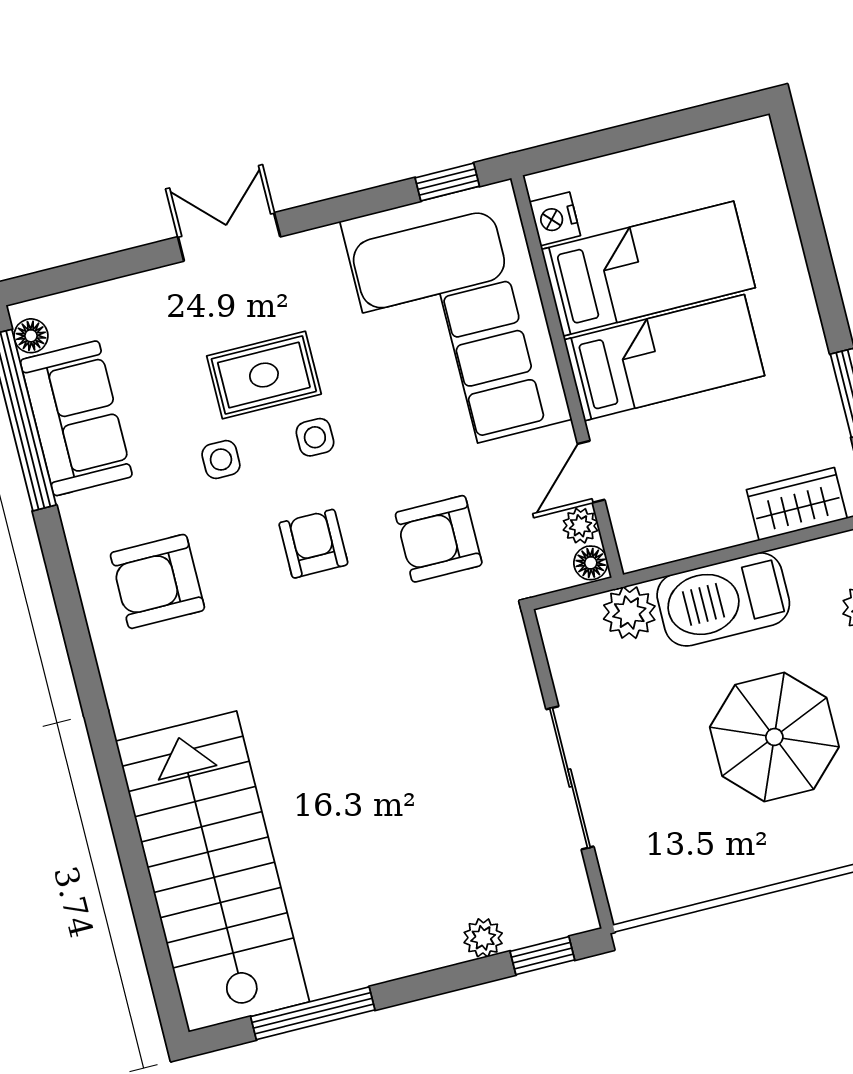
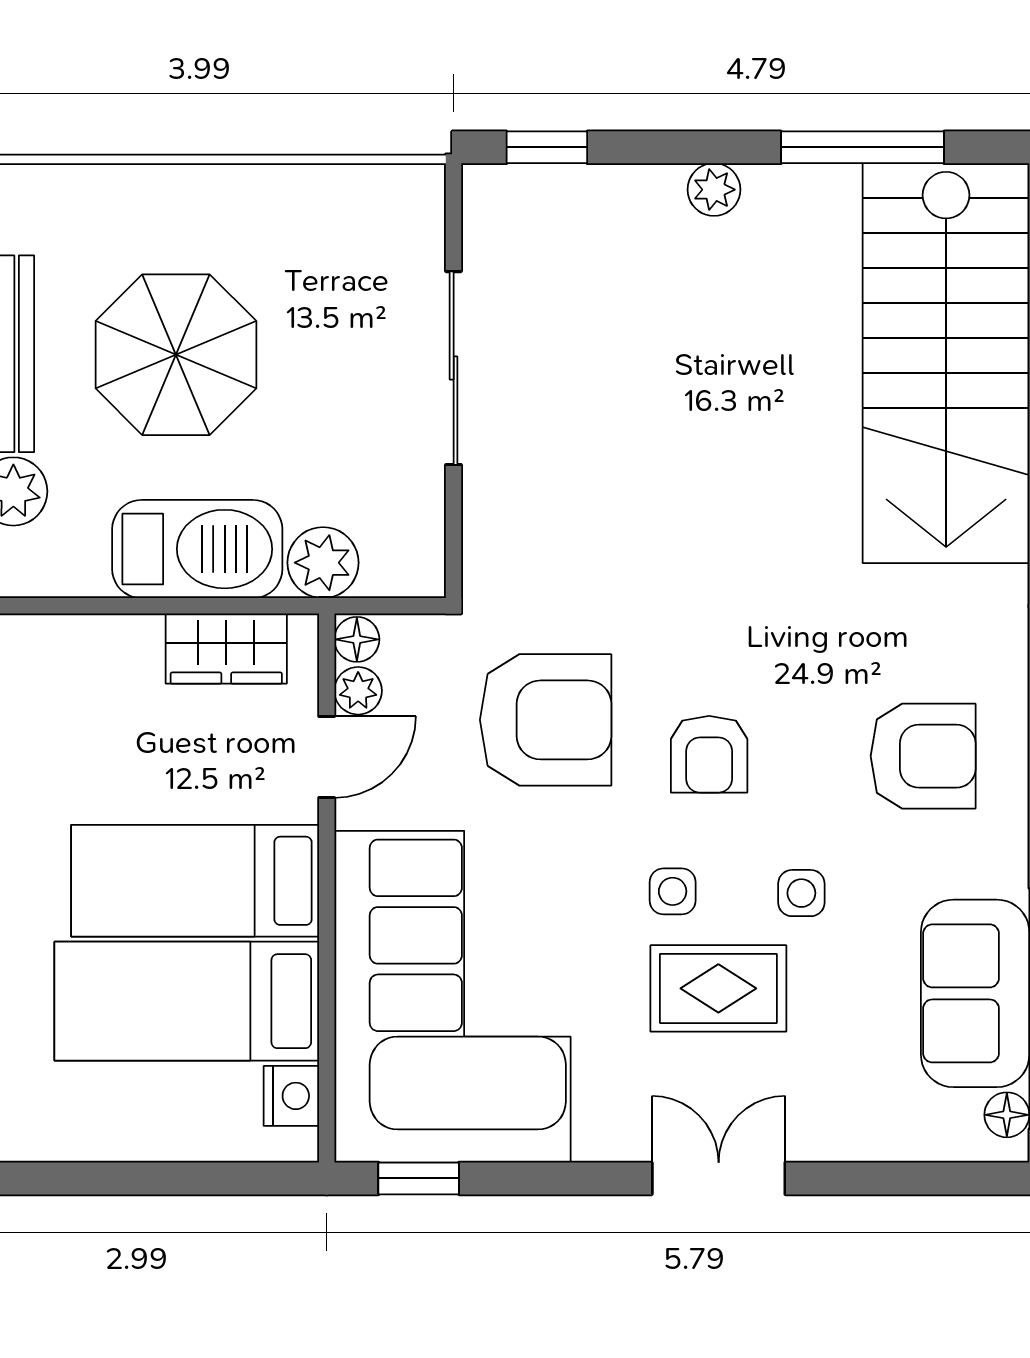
double door: (229, 237) -> (719, 1178), swing flipped
wardrobe: (797, 504) -> (226, 649), moved
armchair: (439, 539) -> (546, 720), width x1.36, depth x1.36
plant: (483, 938) -> (714, 190), moved

